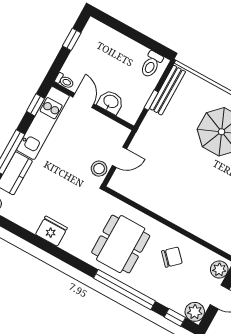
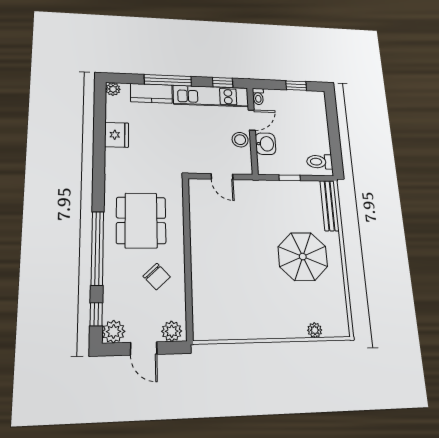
bench: (168, 90) -> (330, 206), moved, turned 90
stool: (99, 169) -> (240, 140), moved
fridge: (51, 231) -> (117, 135), moved
dining table: (121, 244) -> (141, 220), turned 90

